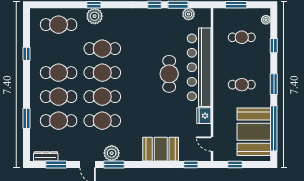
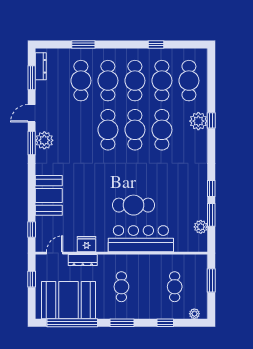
bar counter: (199, 67) -> (141, 239), width x0.73
dresser: (218, 119) -> (83, 260), added
cafe table: (102, 121) -> (162, 81), moved

